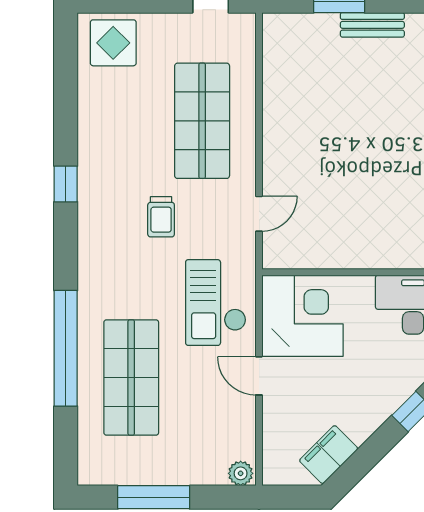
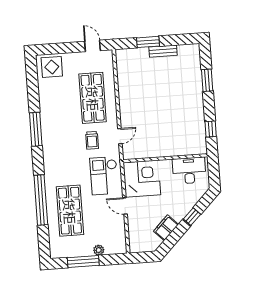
window: (66, 184) -> (36, 129), width x2.17
trolley: (161, 217) -> (92, 140), moved
filing cabinet: (329, 455) -> (166, 228), moved
plant: (241, 473) -> (99, 250), moved

